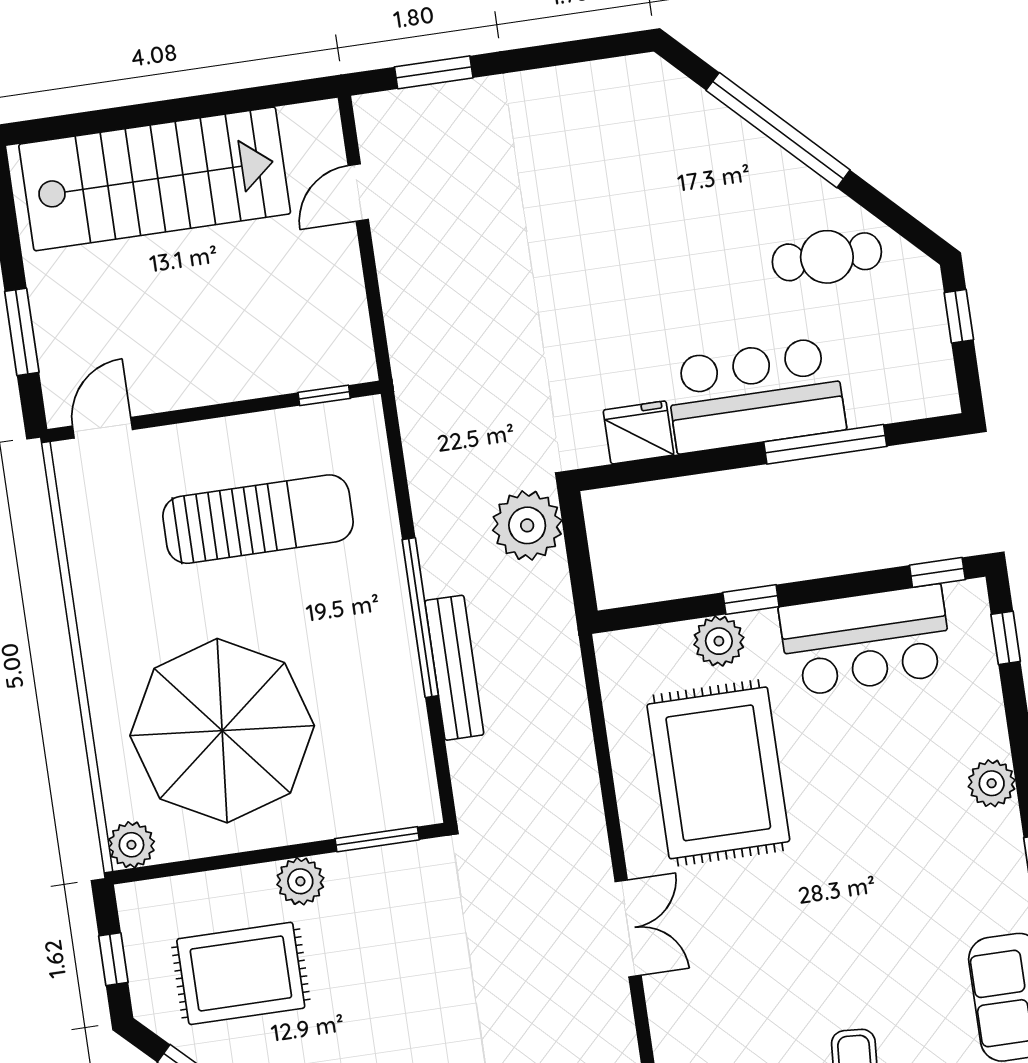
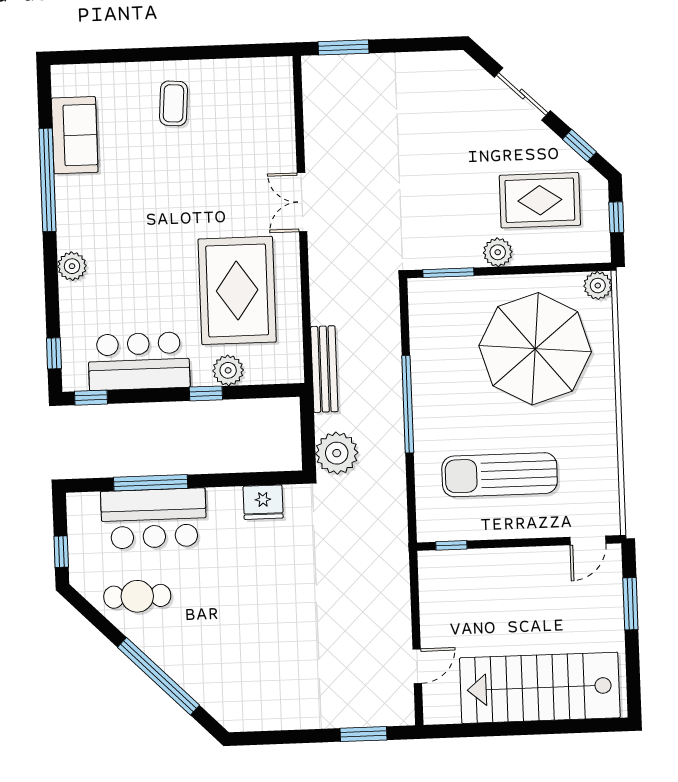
bar counter: (755, 395) -> (154, 518), moved
bench: (454, 668) -> (324, 369), moved

